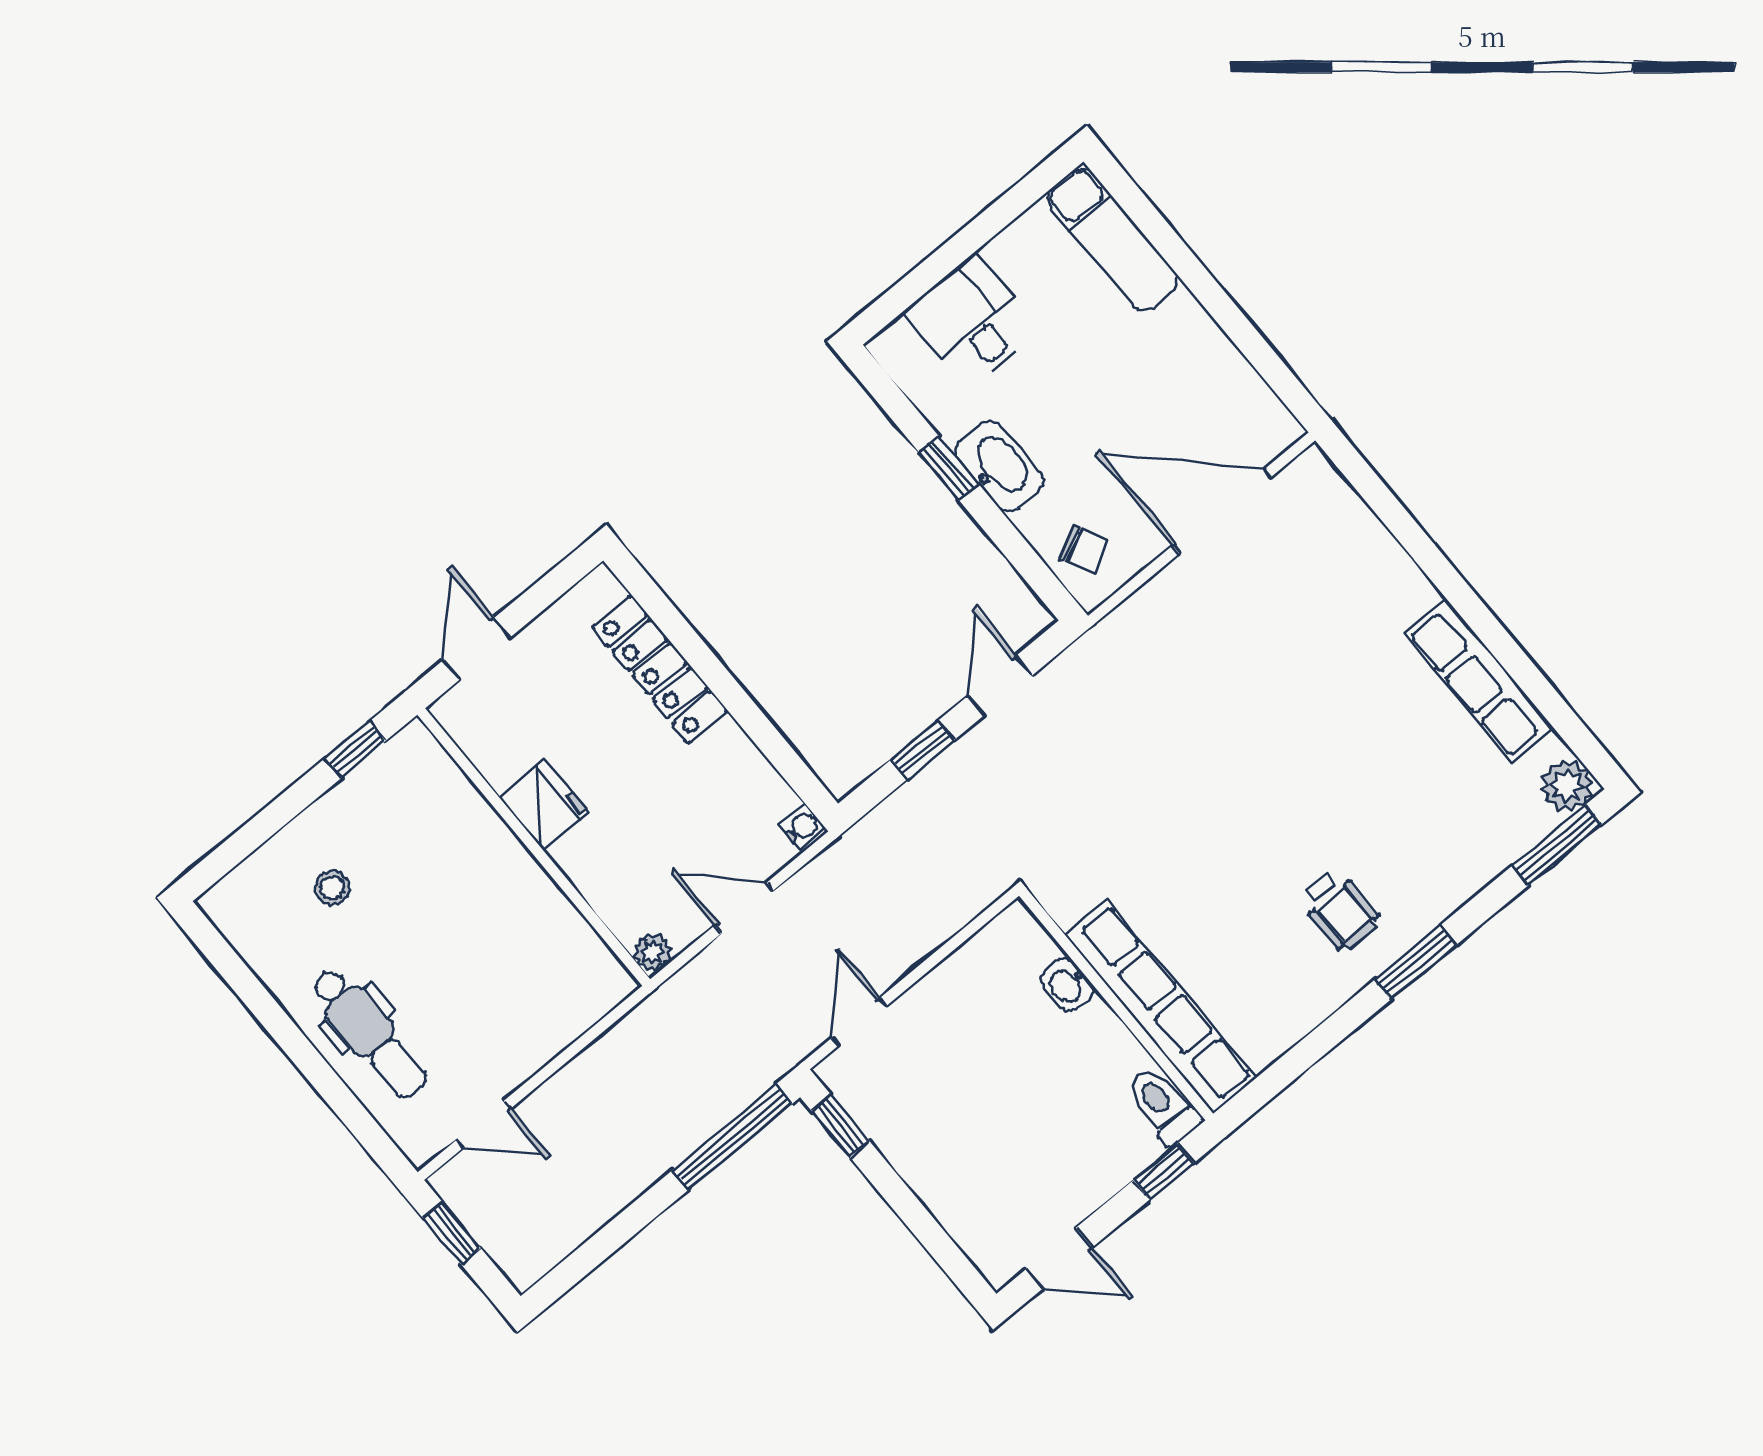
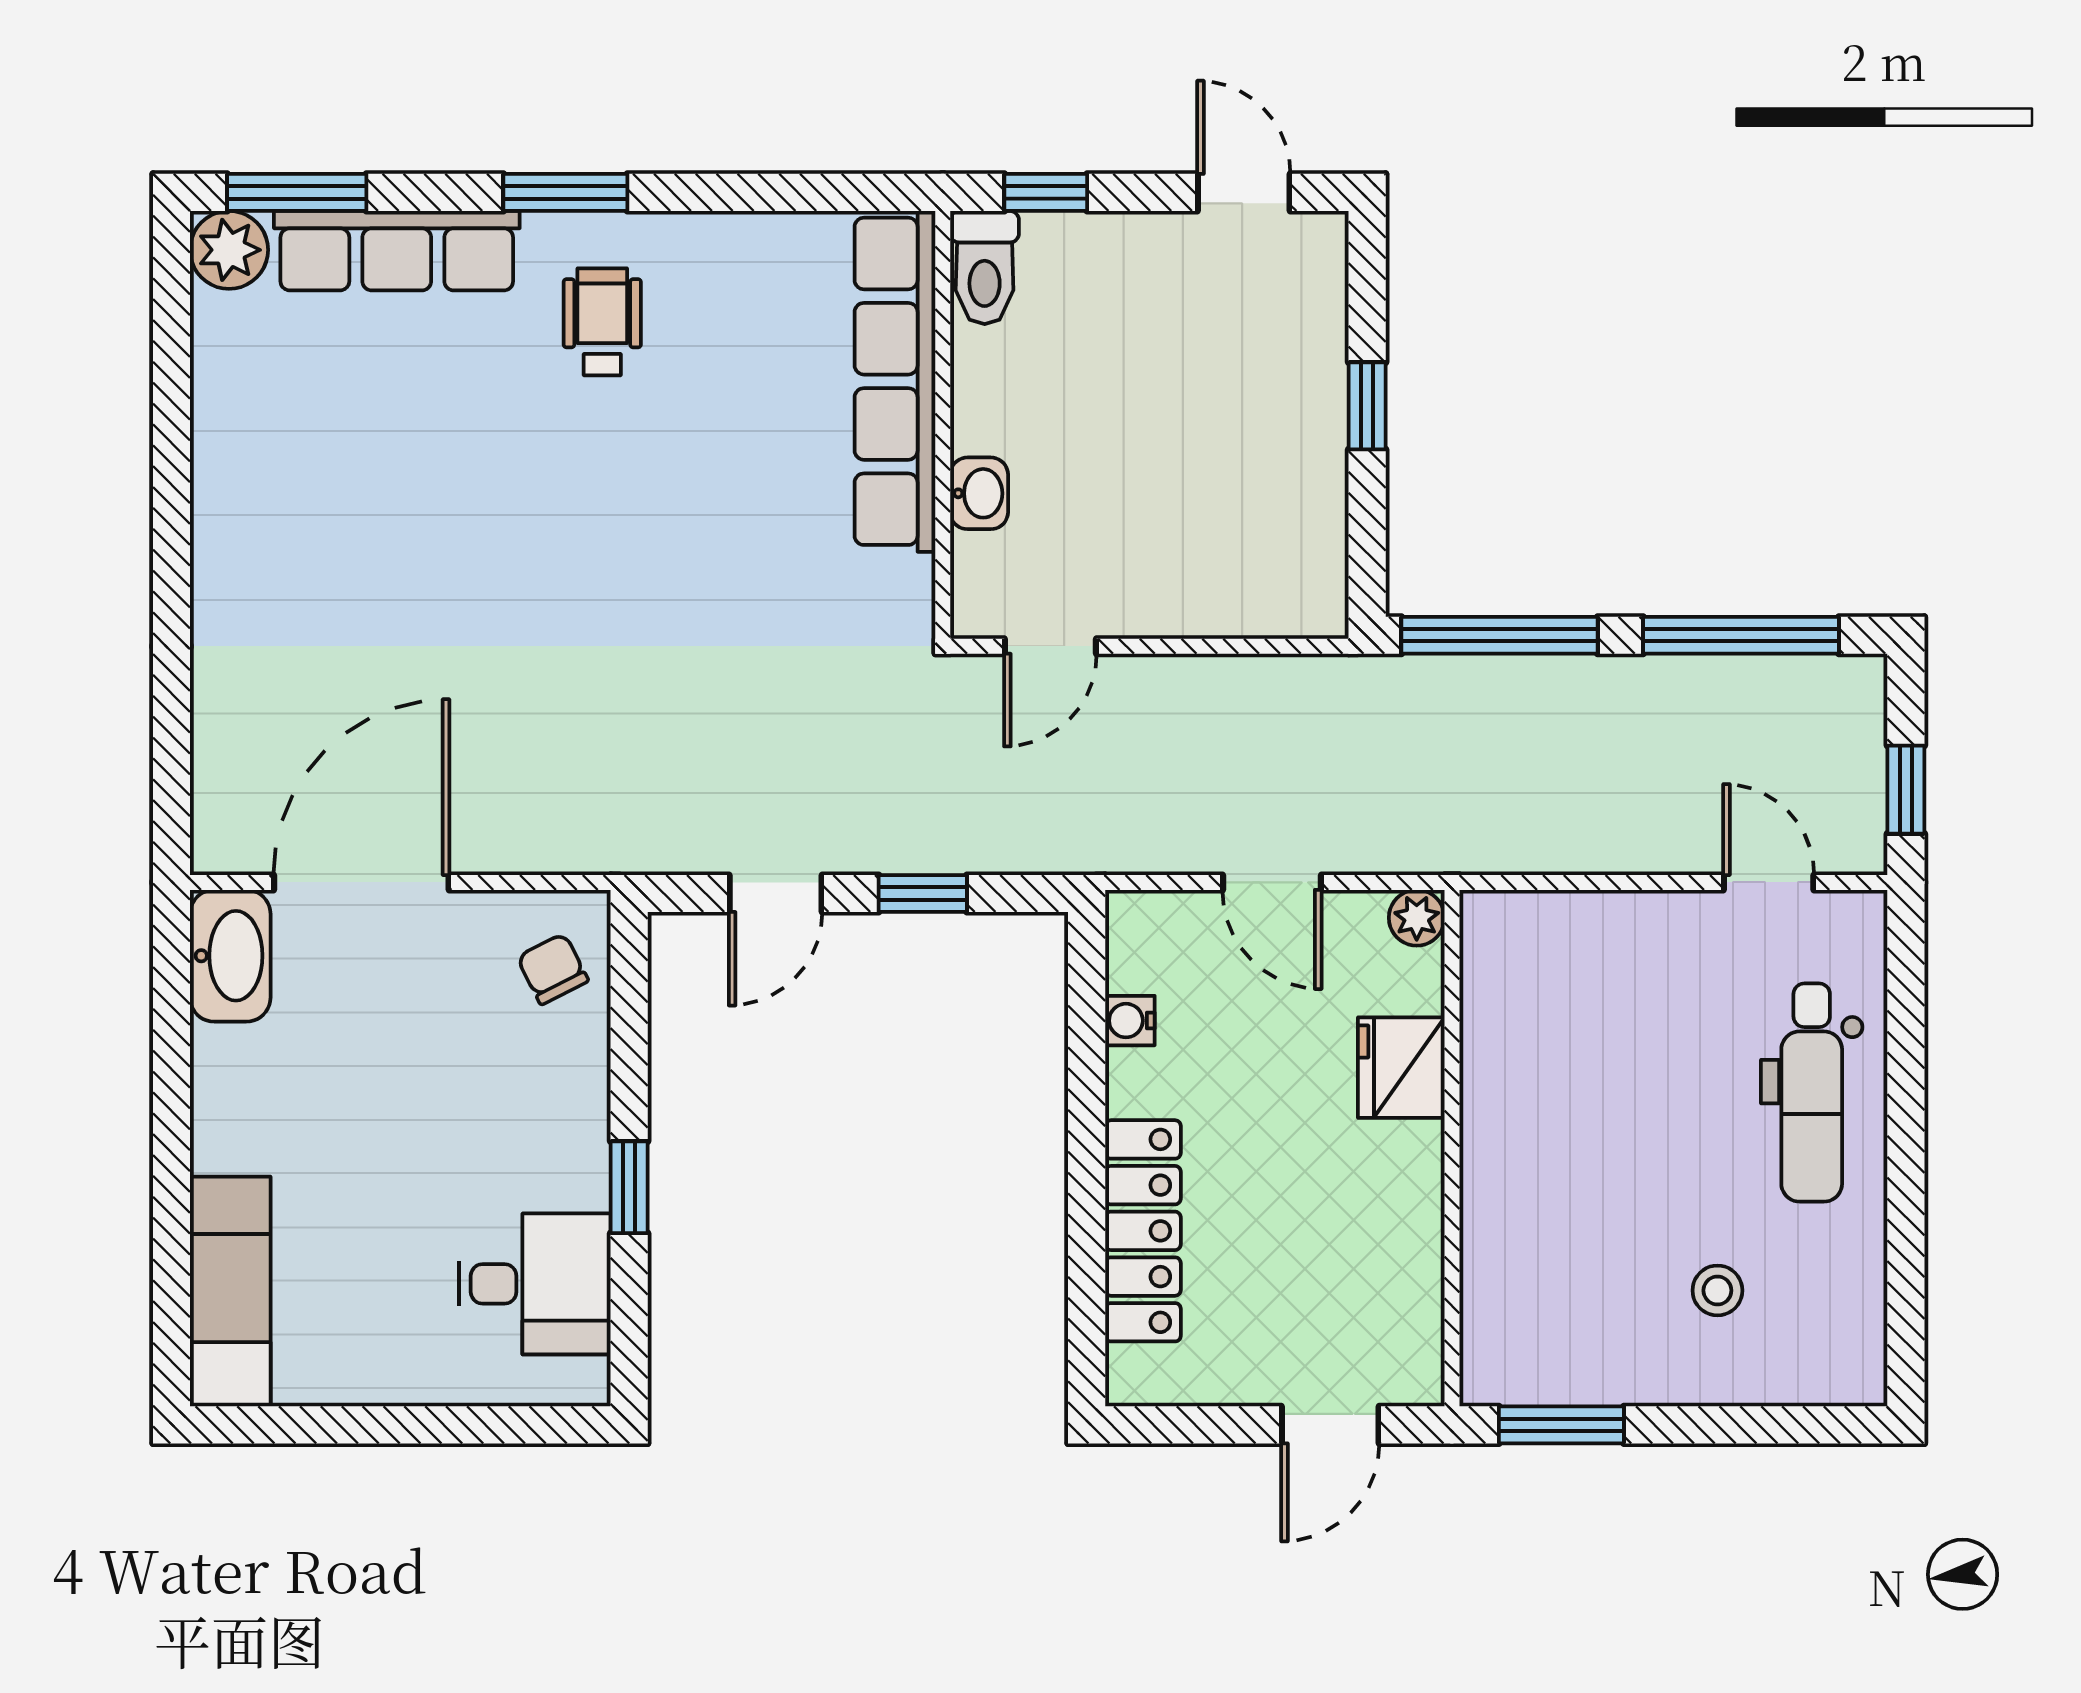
desk: (971, 322) -> (535, 1284), moved, turned -90
washbasin: (999, 466) -> (230, 956), moved, turned 180
door: (1222, 511) -> (361, 882), swing flipped
row of seats: (1479, 680) -> (397, 251), moved, turned 90
window: (356, 749) -> (1561, 1425), width x1.50
fridge: (544, 806) -> (1401, 1068), moved
water cooler: (803, 827) -> (1130, 1021), moved
door: (859, 1022) -> (1050, 646), moved
dental chair: (369, 1033) -> (1812, 1093), turned 180
window: (841, 1126) -> (1367, 406), moved
window: (606, 1242) -> (1741, 635), added

